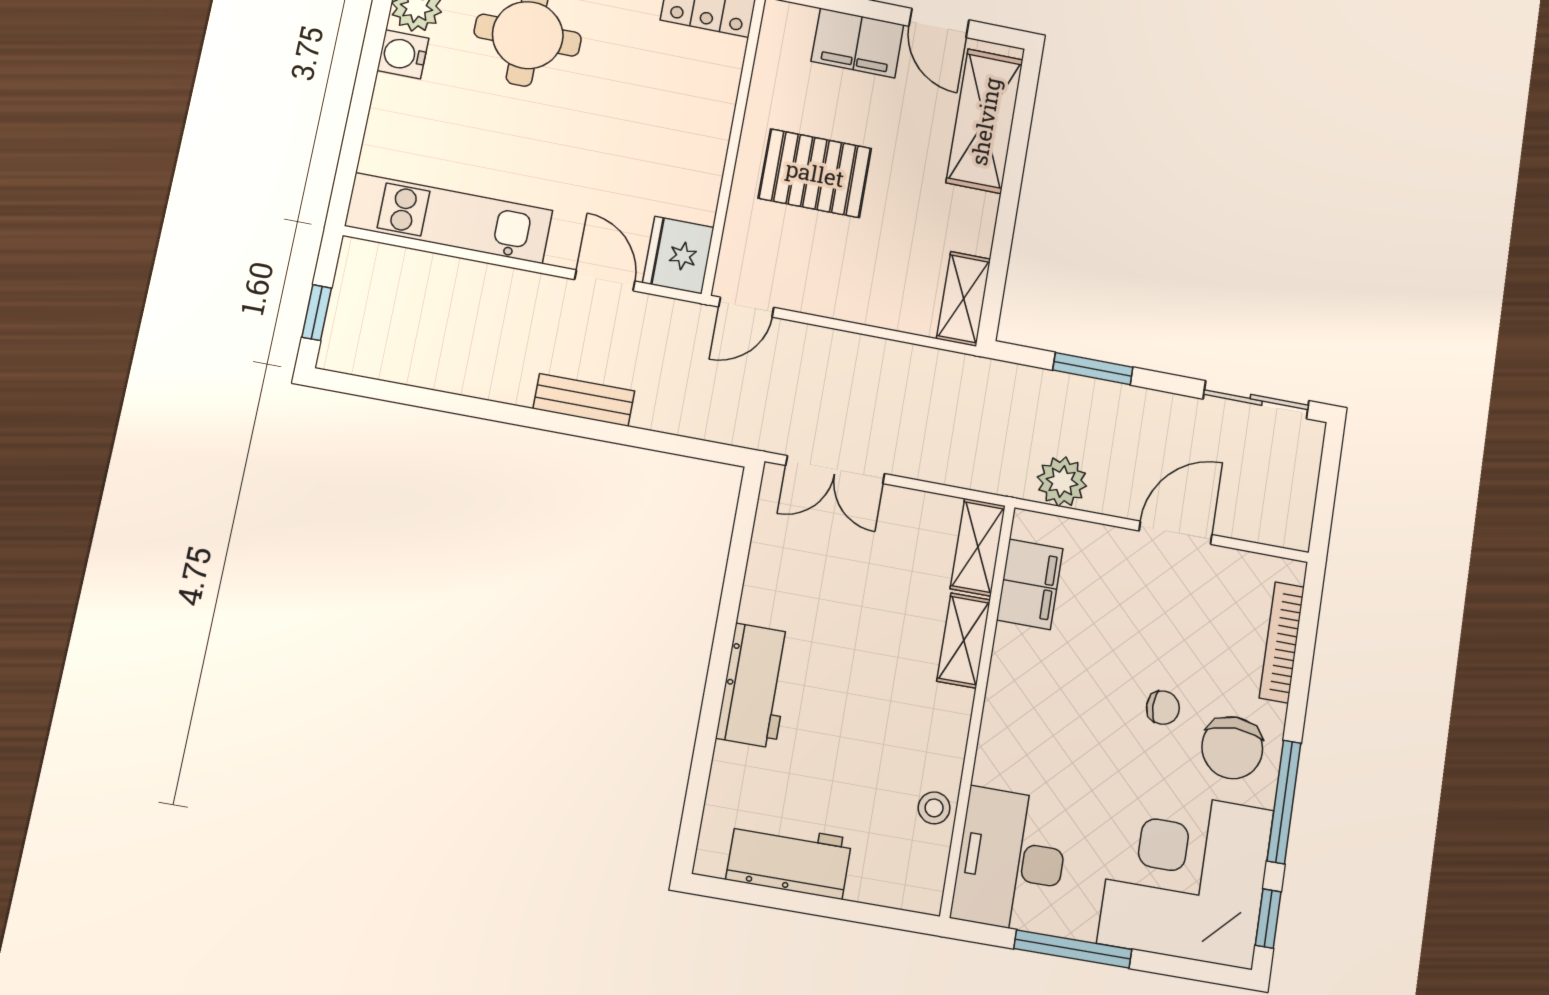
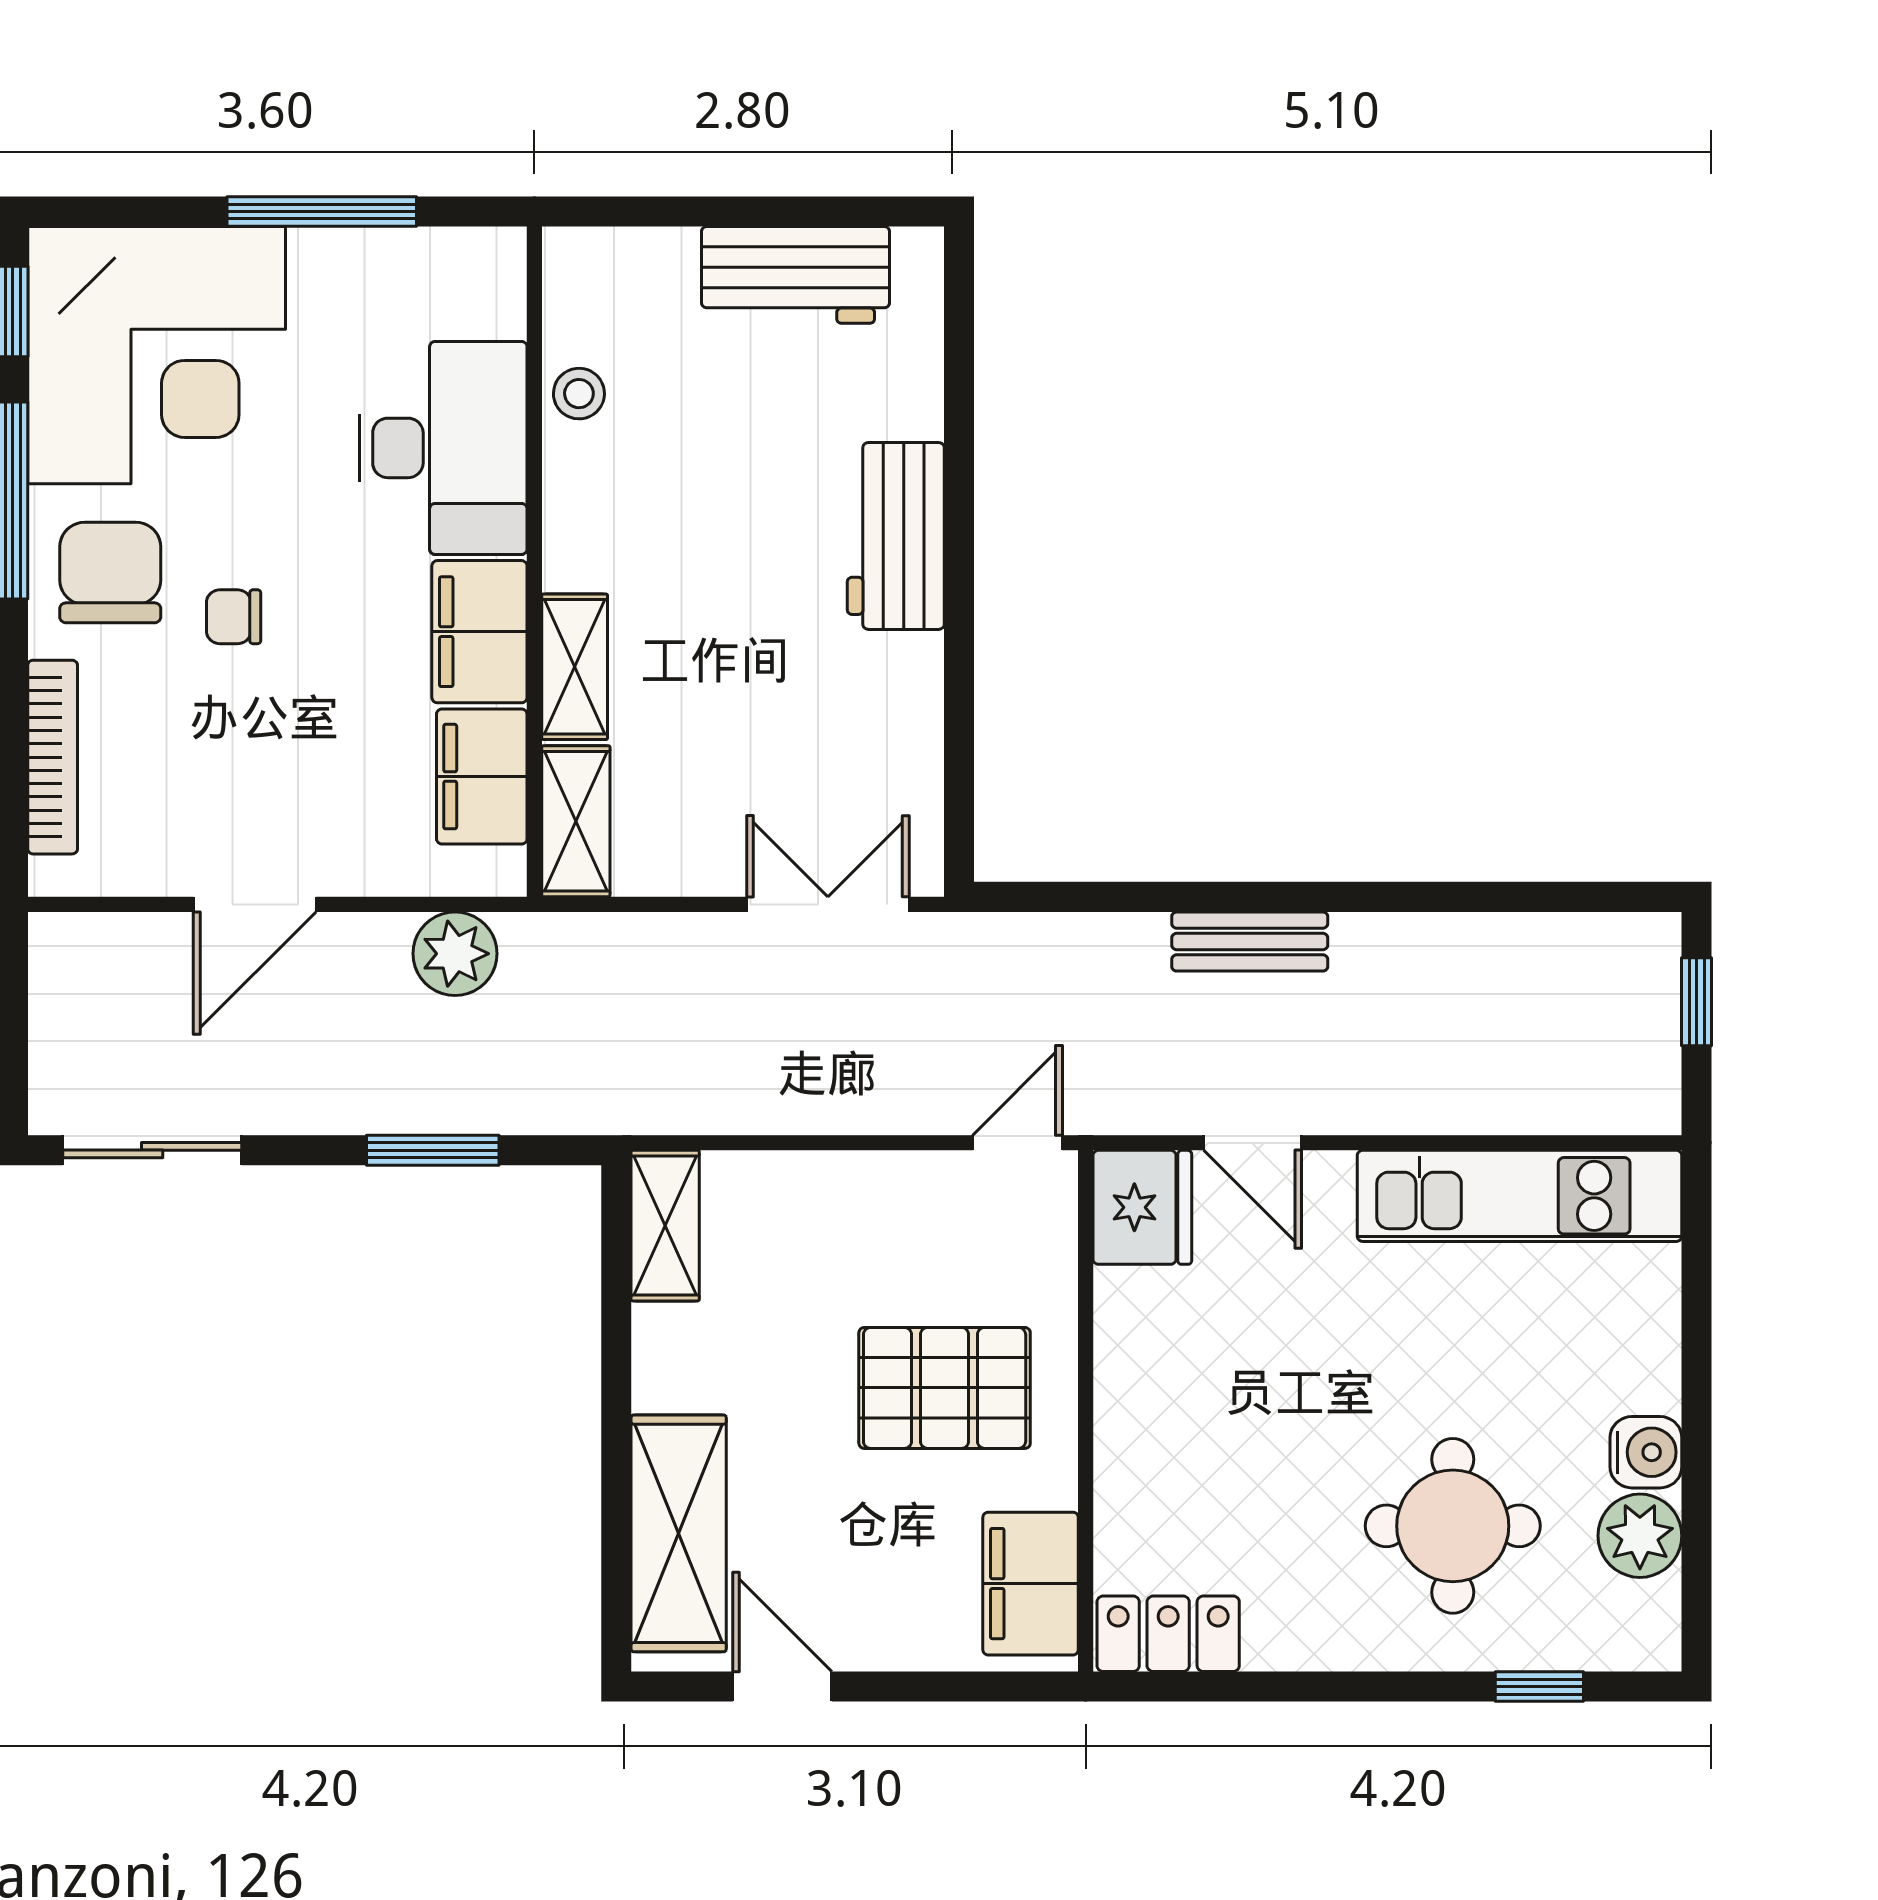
filing cabinet: (858, 43) -> (1031, 1584), moved, turned -90
filing cabinet: (1017, 672) -> (479, 632), added
desk: (1011, 860) -> (443, 448), moved

